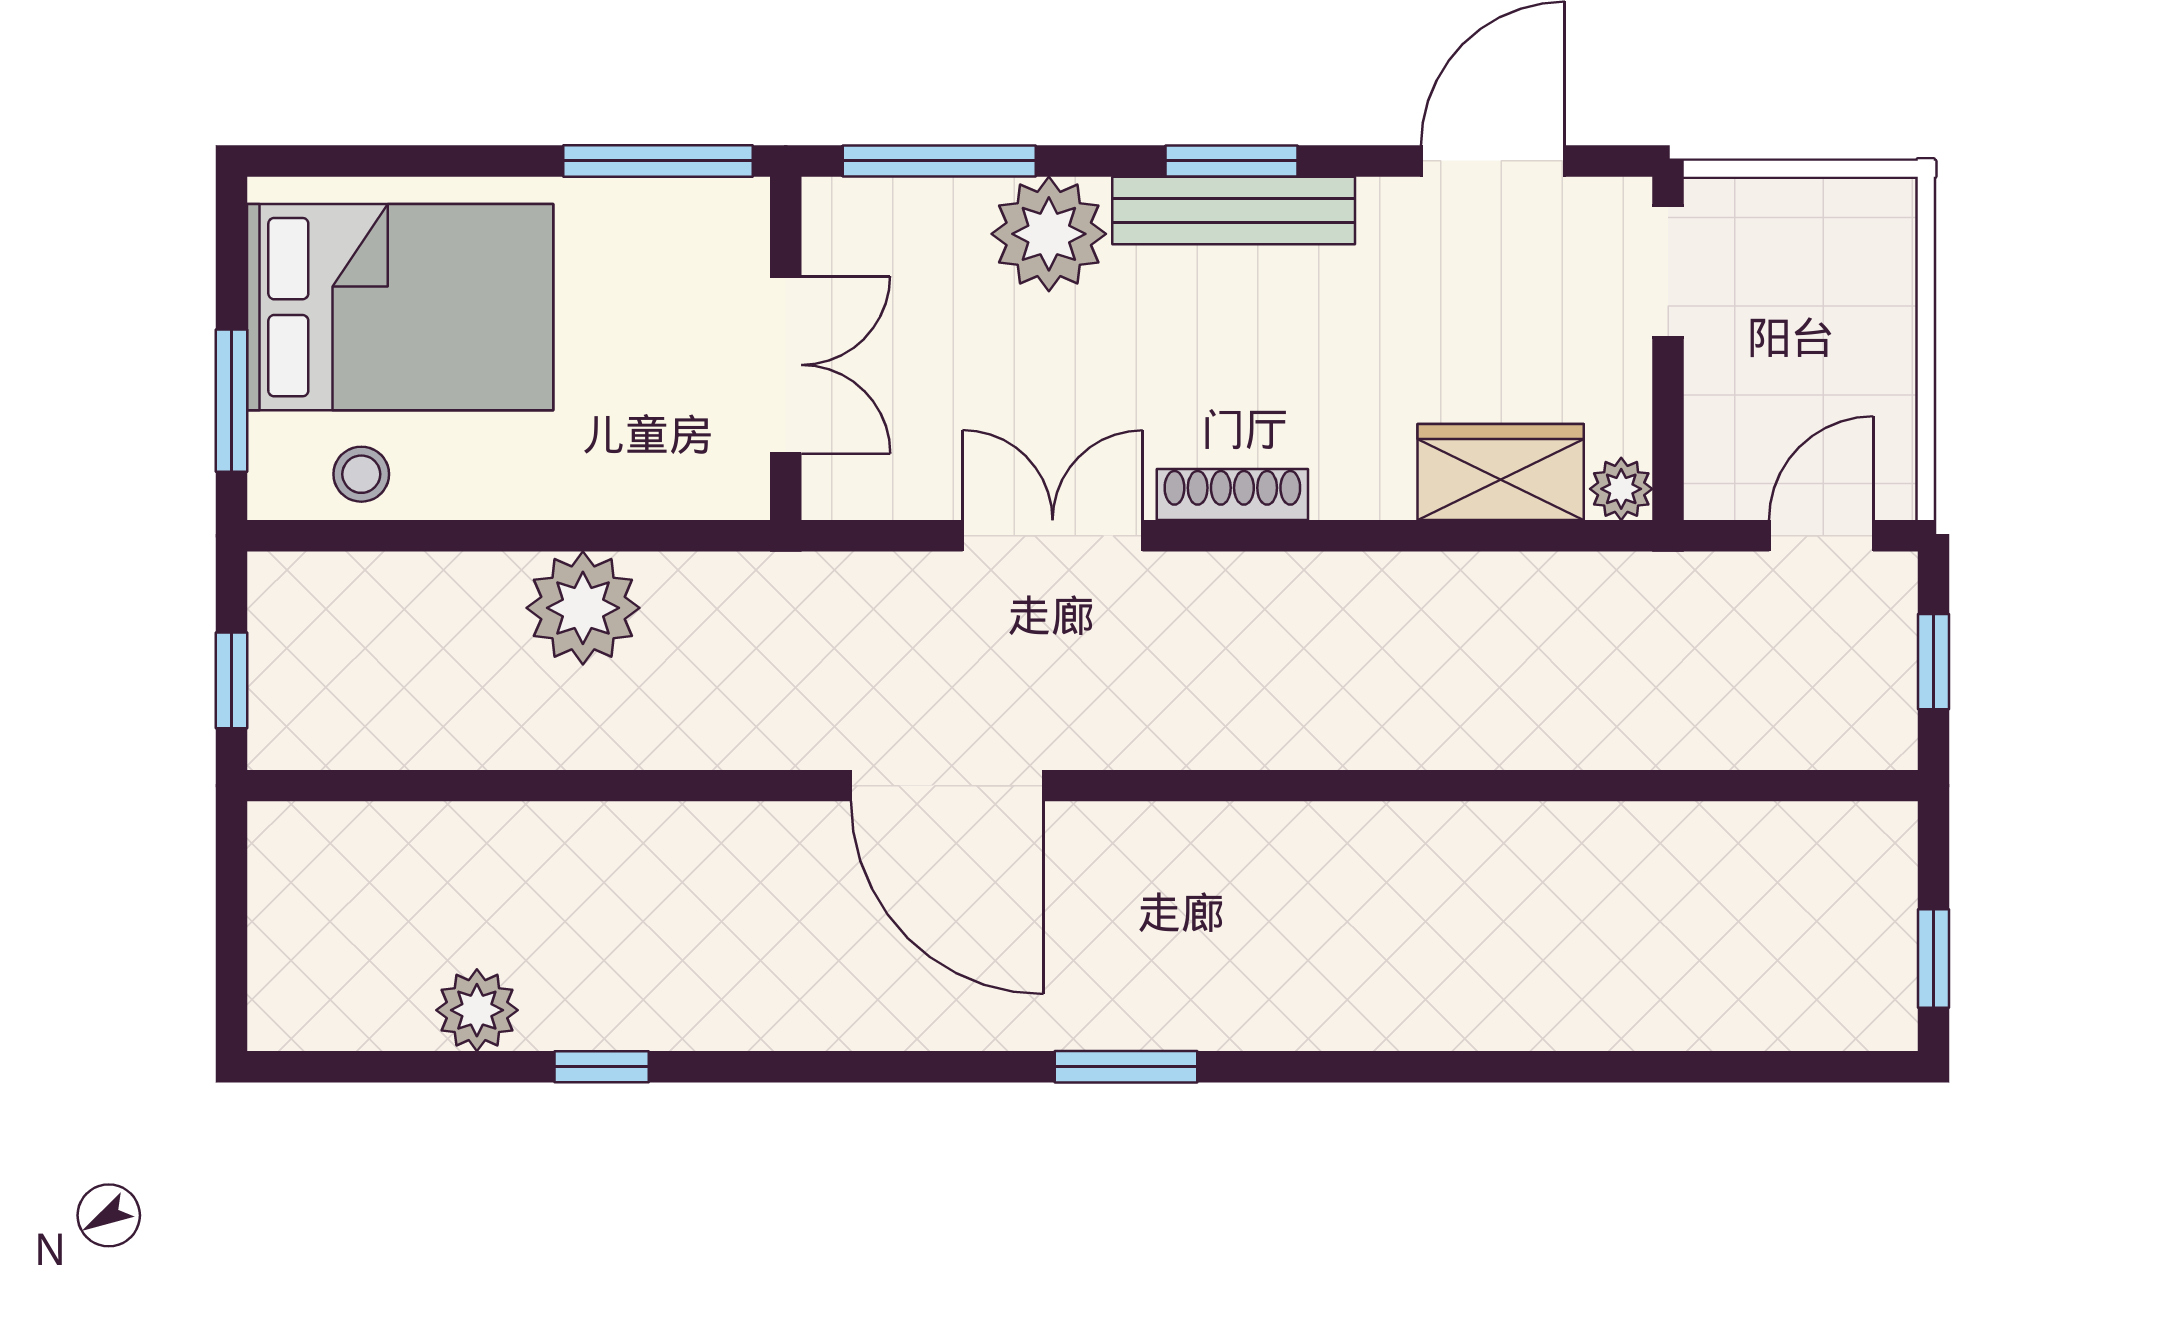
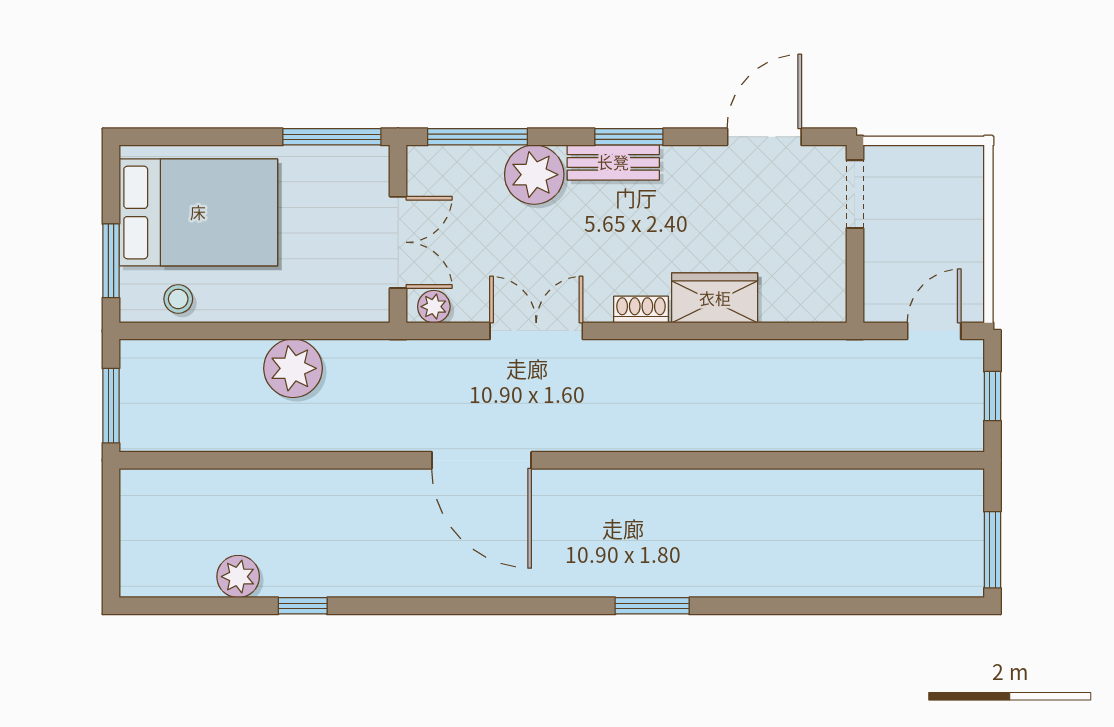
bench: (1234, 211) -> (613, 162), width x0.73
wardrobe: (1501, 472) -> (715, 298), moved
plant: (1621, 489) -> (434, 307), moved
shoe rack: (1232, 494) -> (641, 309), width x0.70
window: (231, 680) -> (111, 406), width x1.50
window: (1934, 958) -> (992, 550), width x1.50
window: (1126, 1067) -> (652, 606), moved

